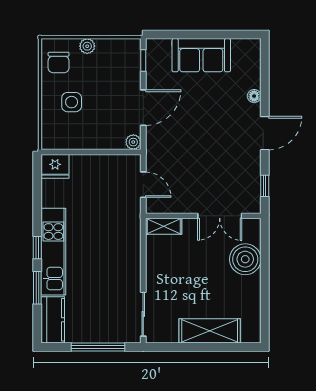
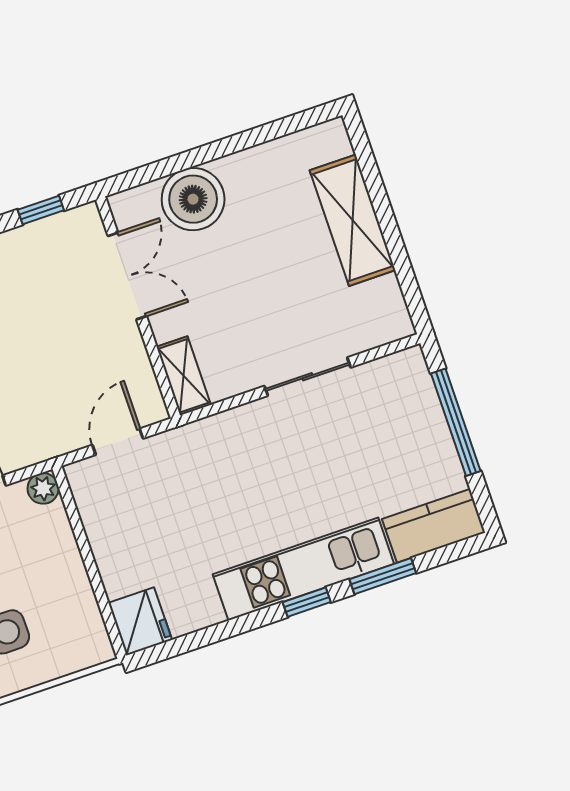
sliding door: (143, 314) -> (307, 377), moved

